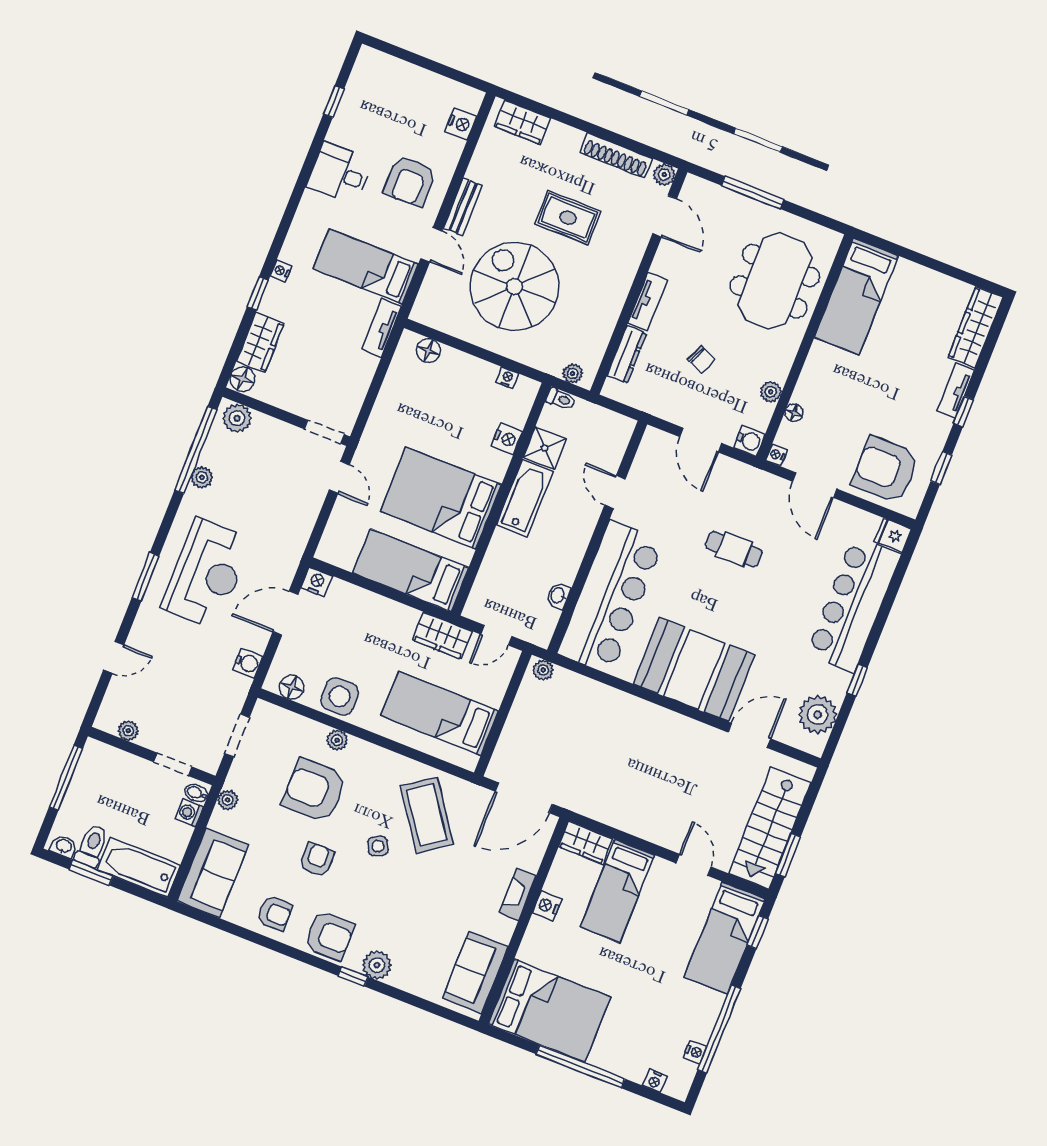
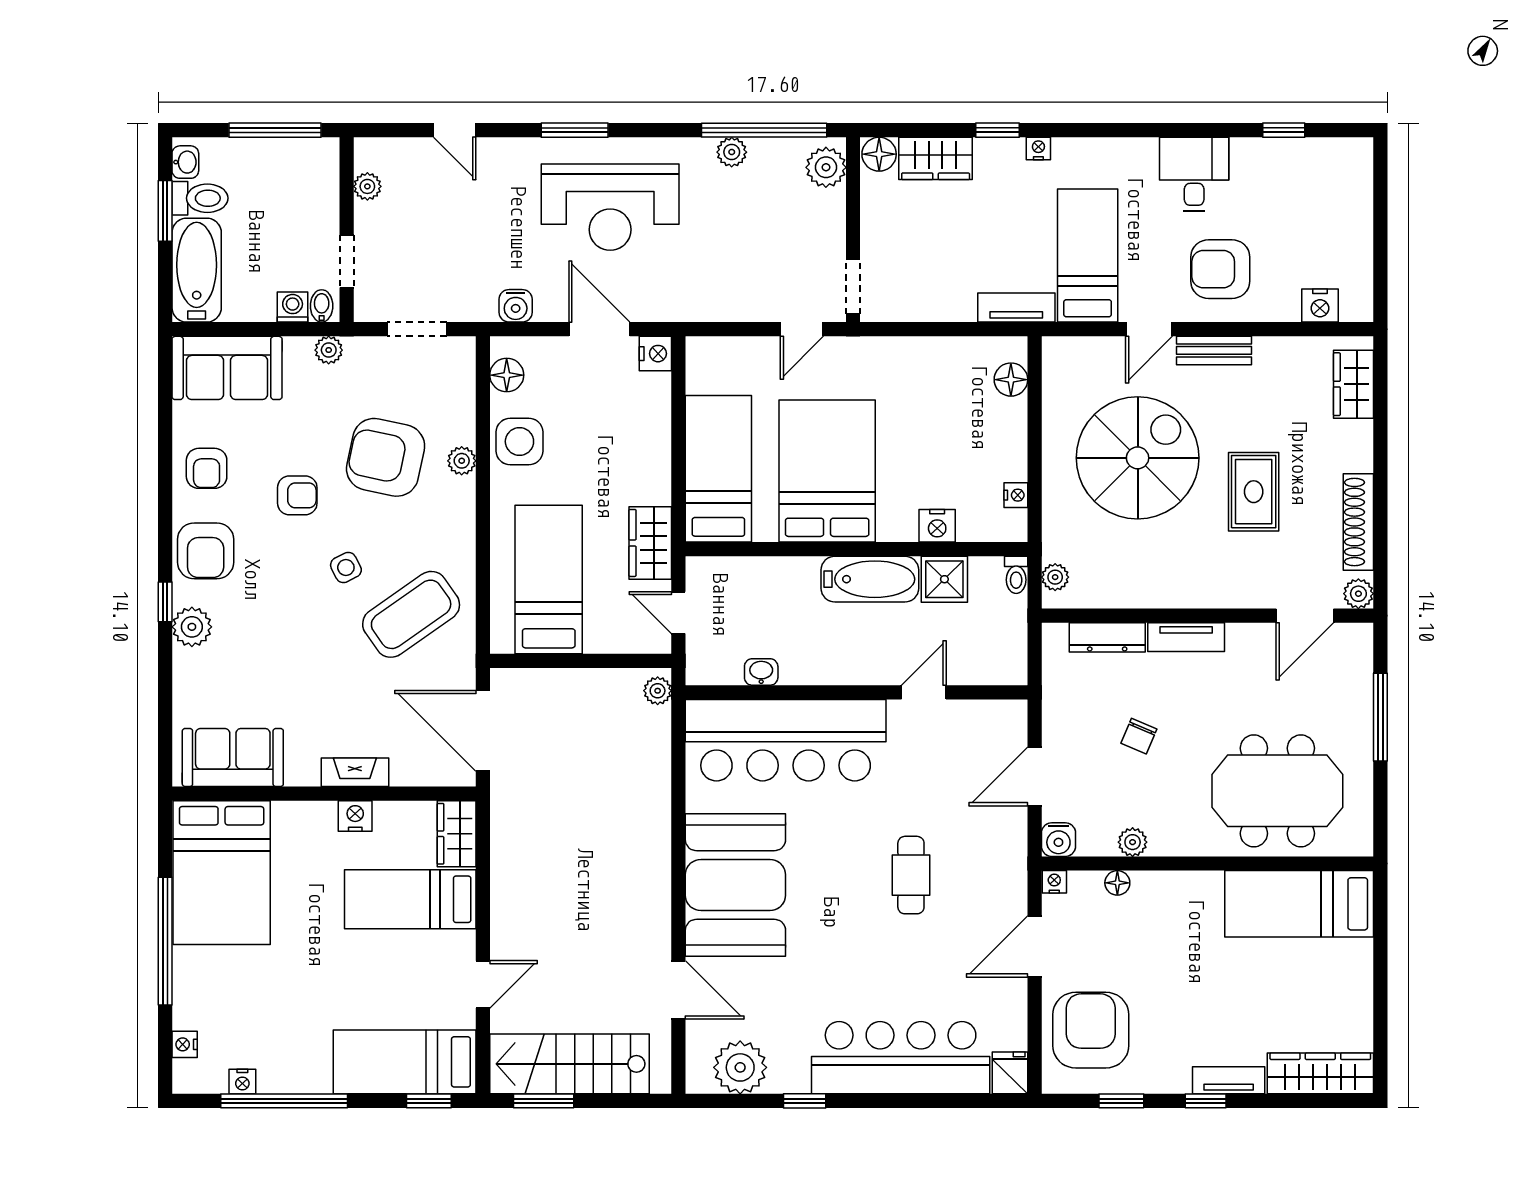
armchair: (315, 790) -> (386, 457), turned -78

